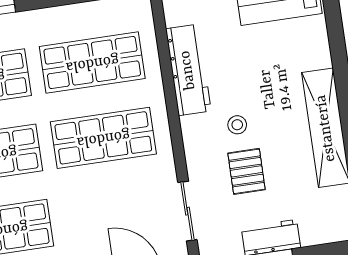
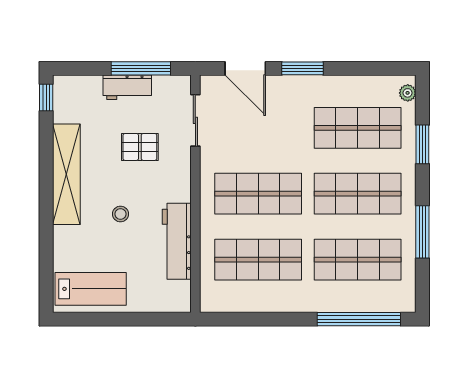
stool: (237, 125) -> (120, 214), moved
pallet: (246, 171) -> (140, 147), turned 90

